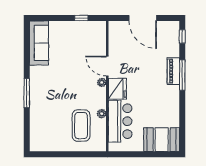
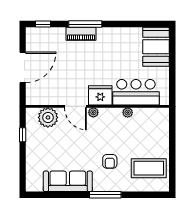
plant: (97, 41) -> (48, 117), added
sofa: (39, 43) -> (68, 181), moved
door: (107, 66) -> (75, 106), hinge flipped
armchair: (57, 97) -> (110, 161), added
coffee table: (81, 126) -> (149, 168), moved

